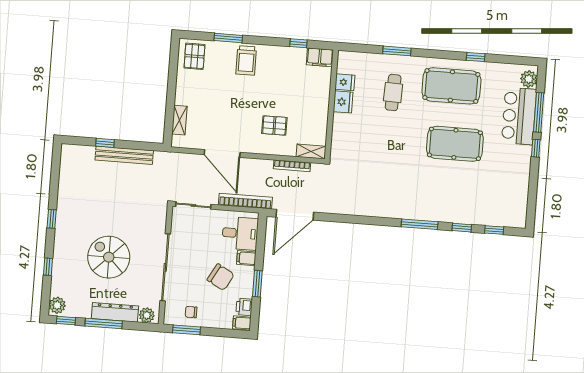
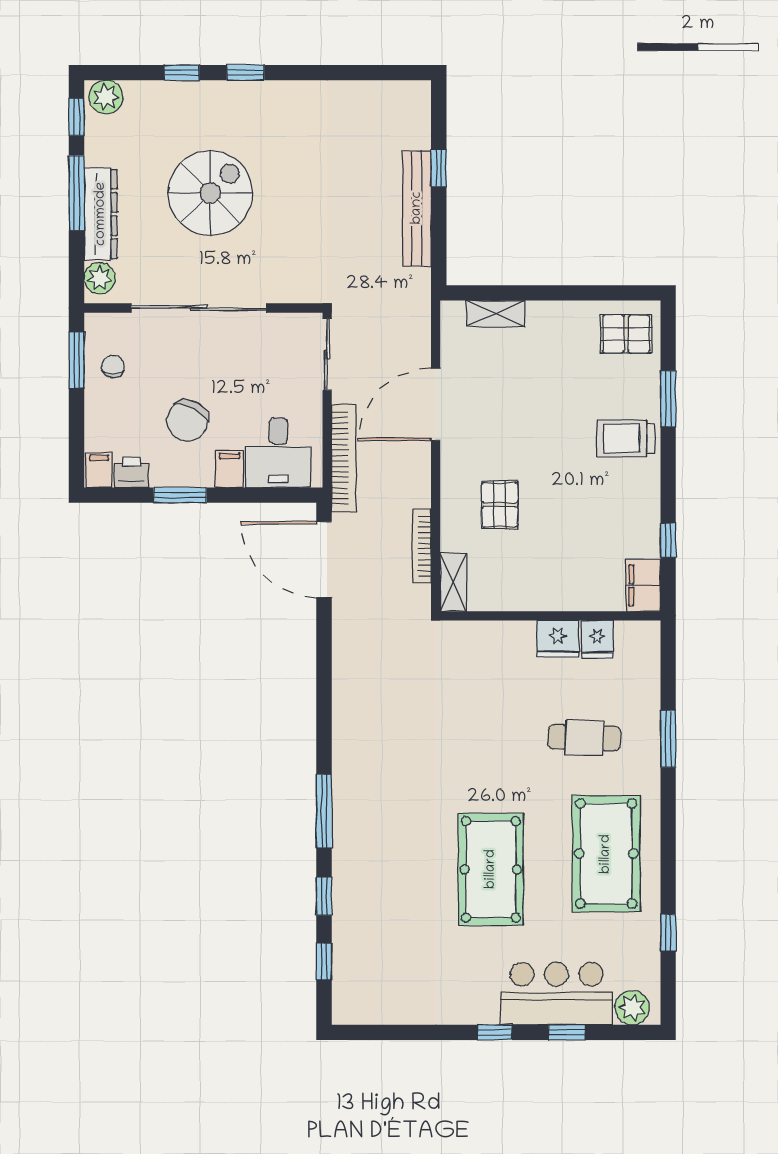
window: (476, 57) -> (668, 933), moved
window: (539, 112) -> (567, 1032), width x0.46
window: (52, 219) -> (245, 73), moved

